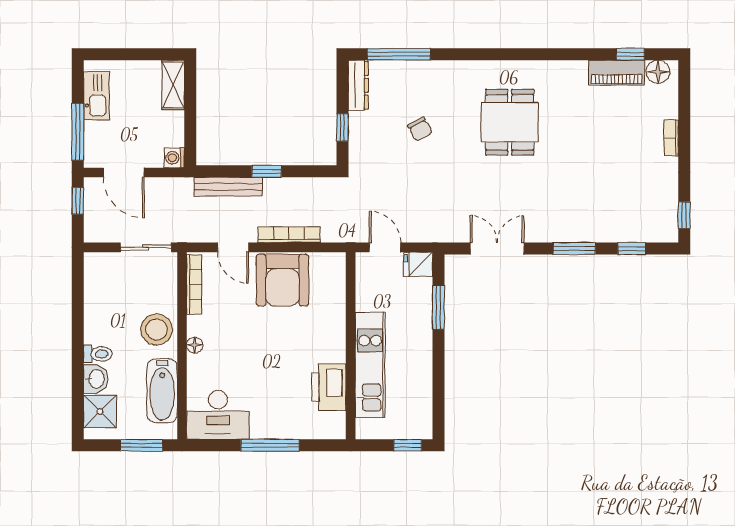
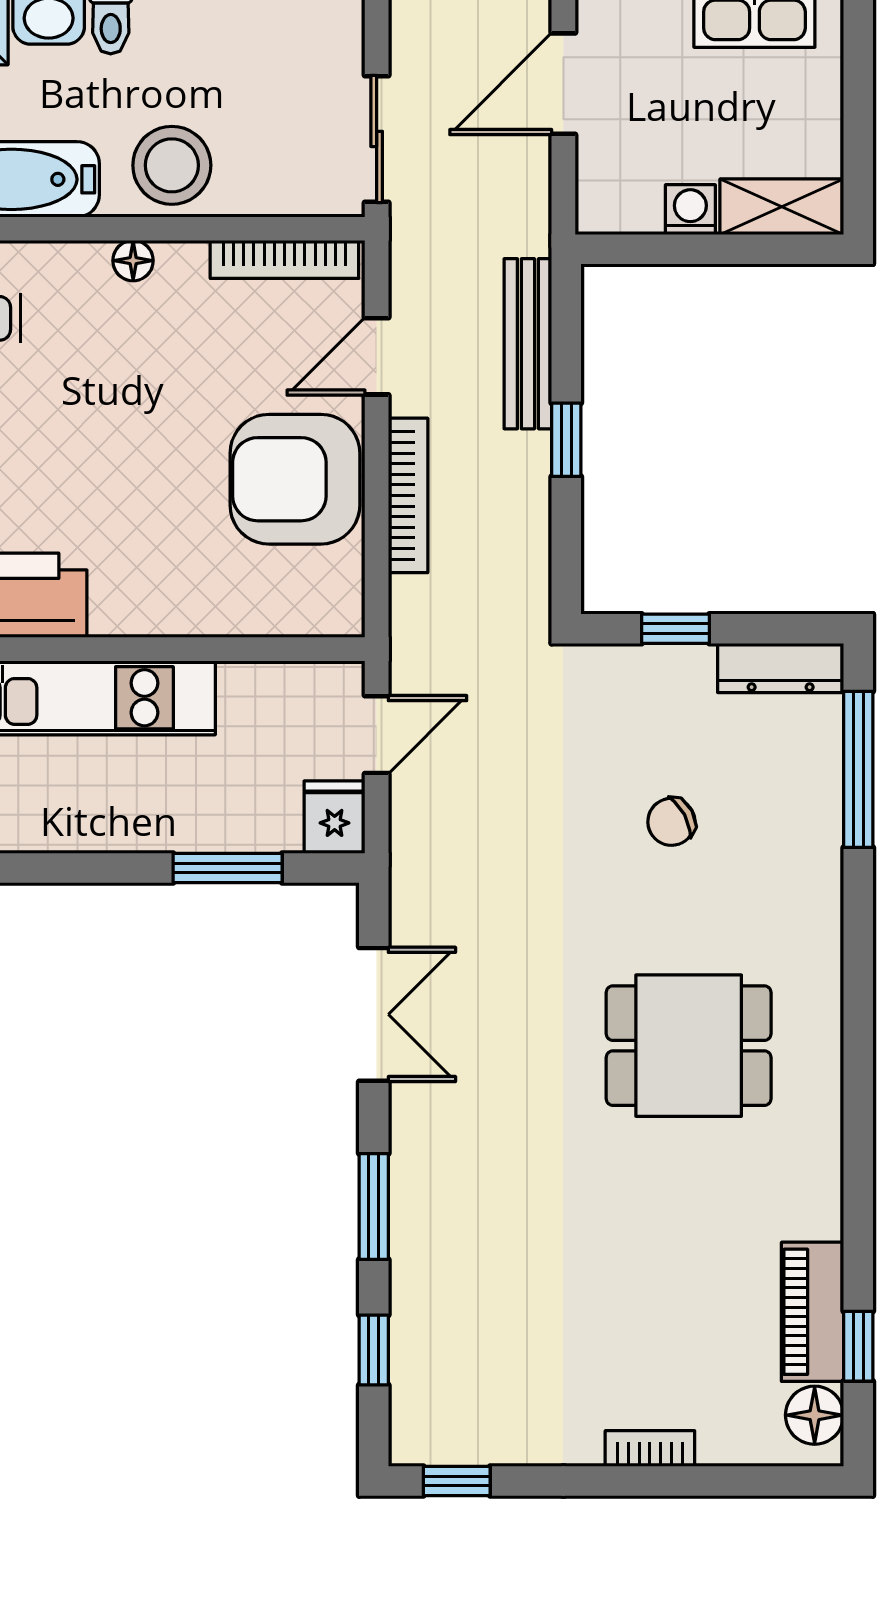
washing machine: (174, 158) -> (690, 210), moved

